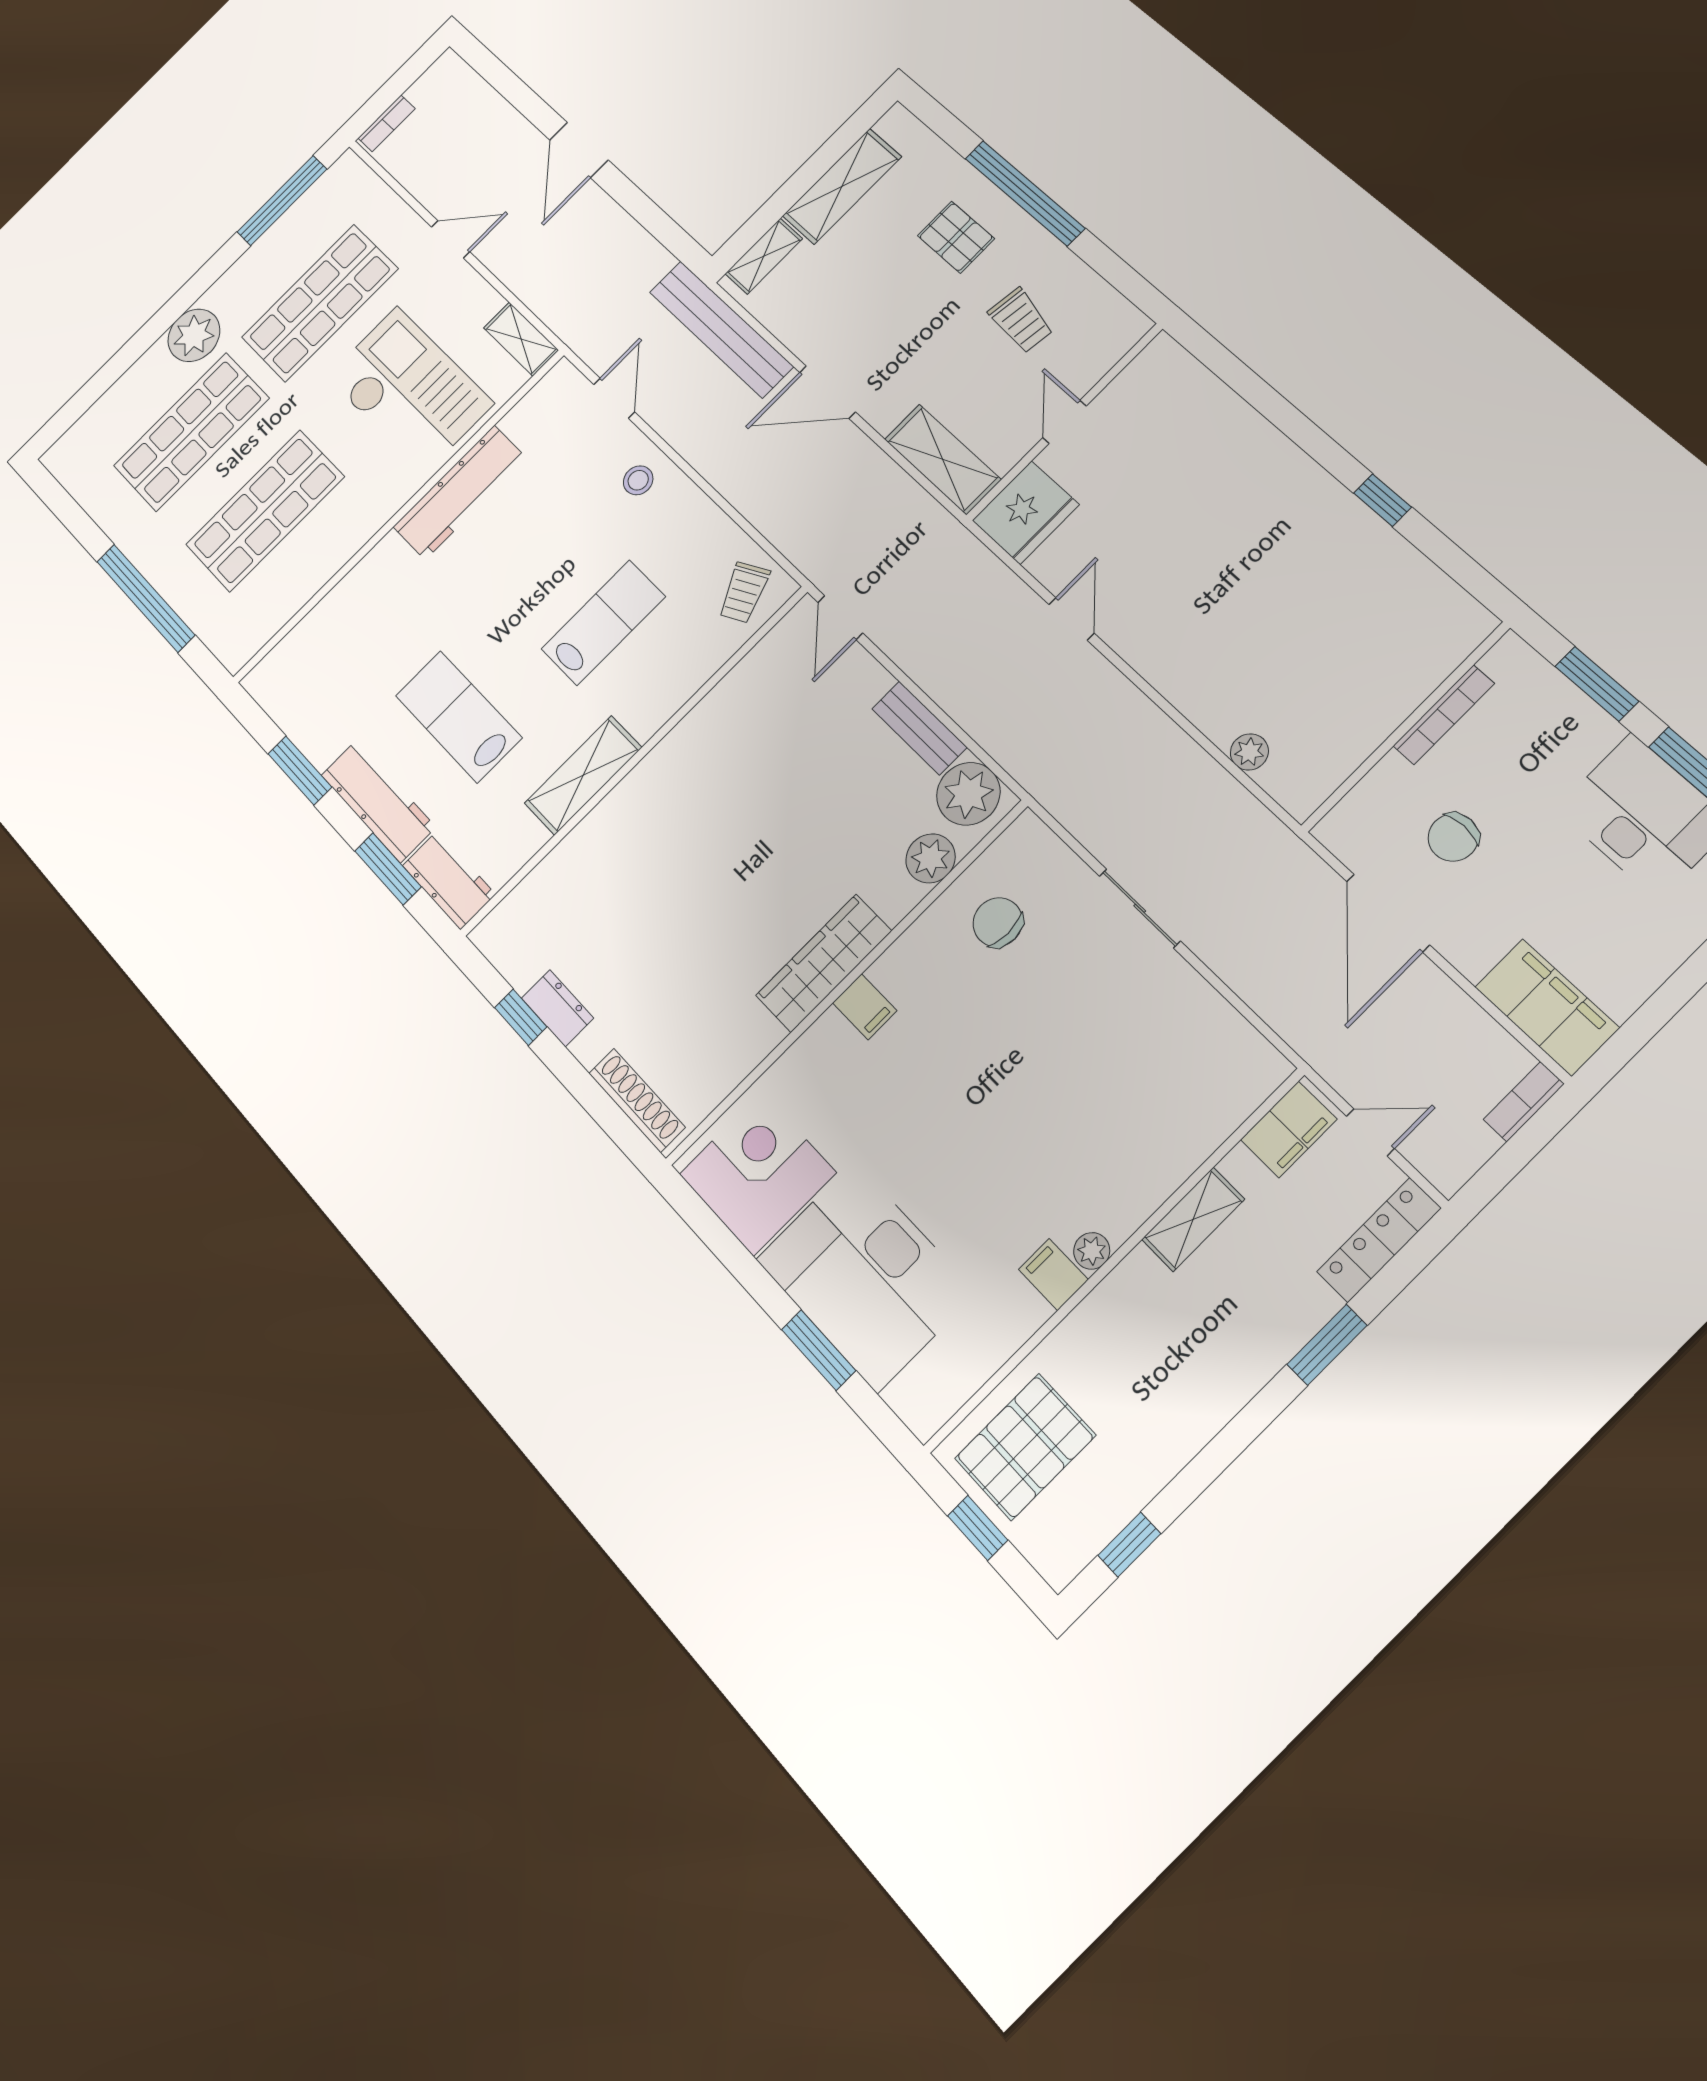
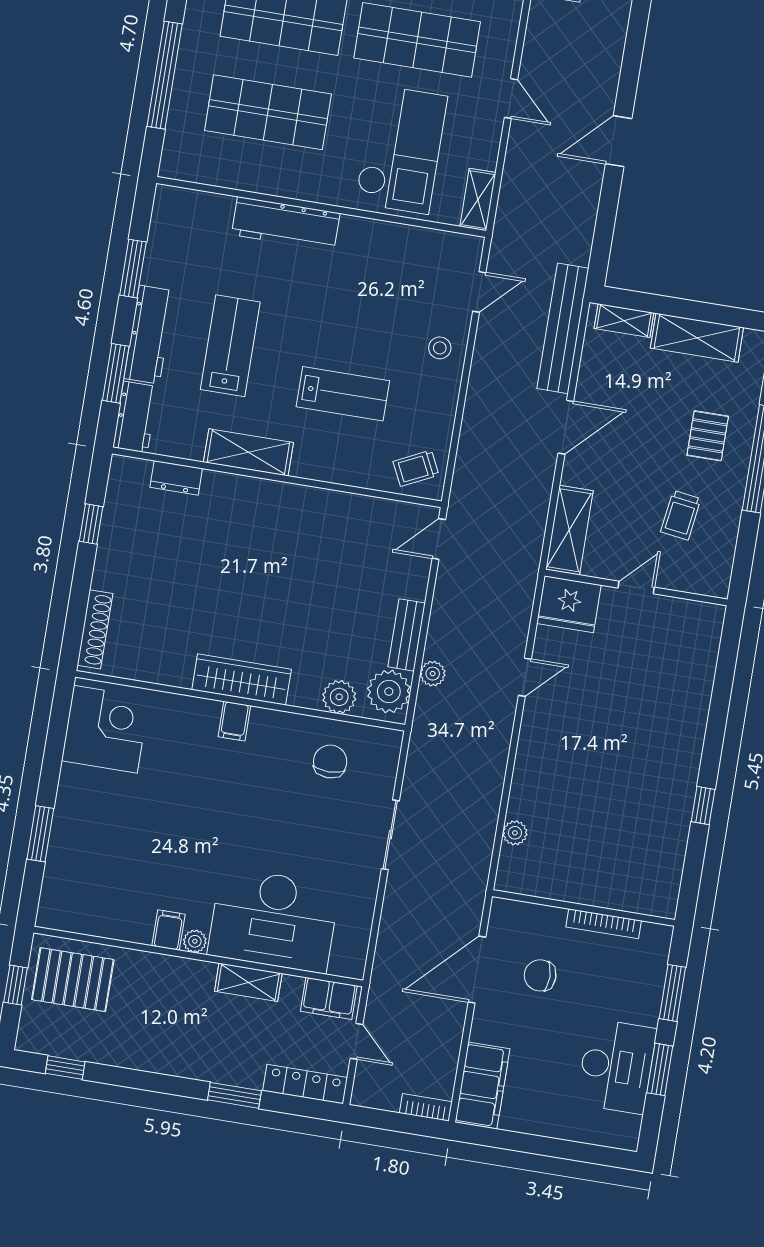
door: (827, 392) -> (566, 427), swing flipped
workbench: (460, 492) -> (286, 224), moved
plant: (986, 727) -> (433, 674), added
dresser: (557, 1008) -> (176, 478), moved, turned 90
desk: (865, 1276) -> (274, 920), moved, turned -90

